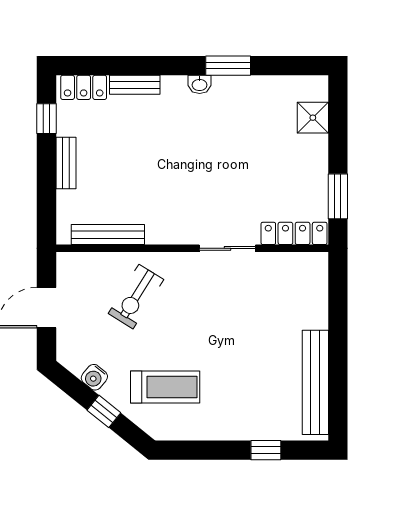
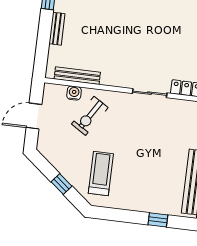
water cooler: (94, 377) -> (74, 93), moved, turned 141
treadmill: (165, 387) -> (101, 173), turned -90

